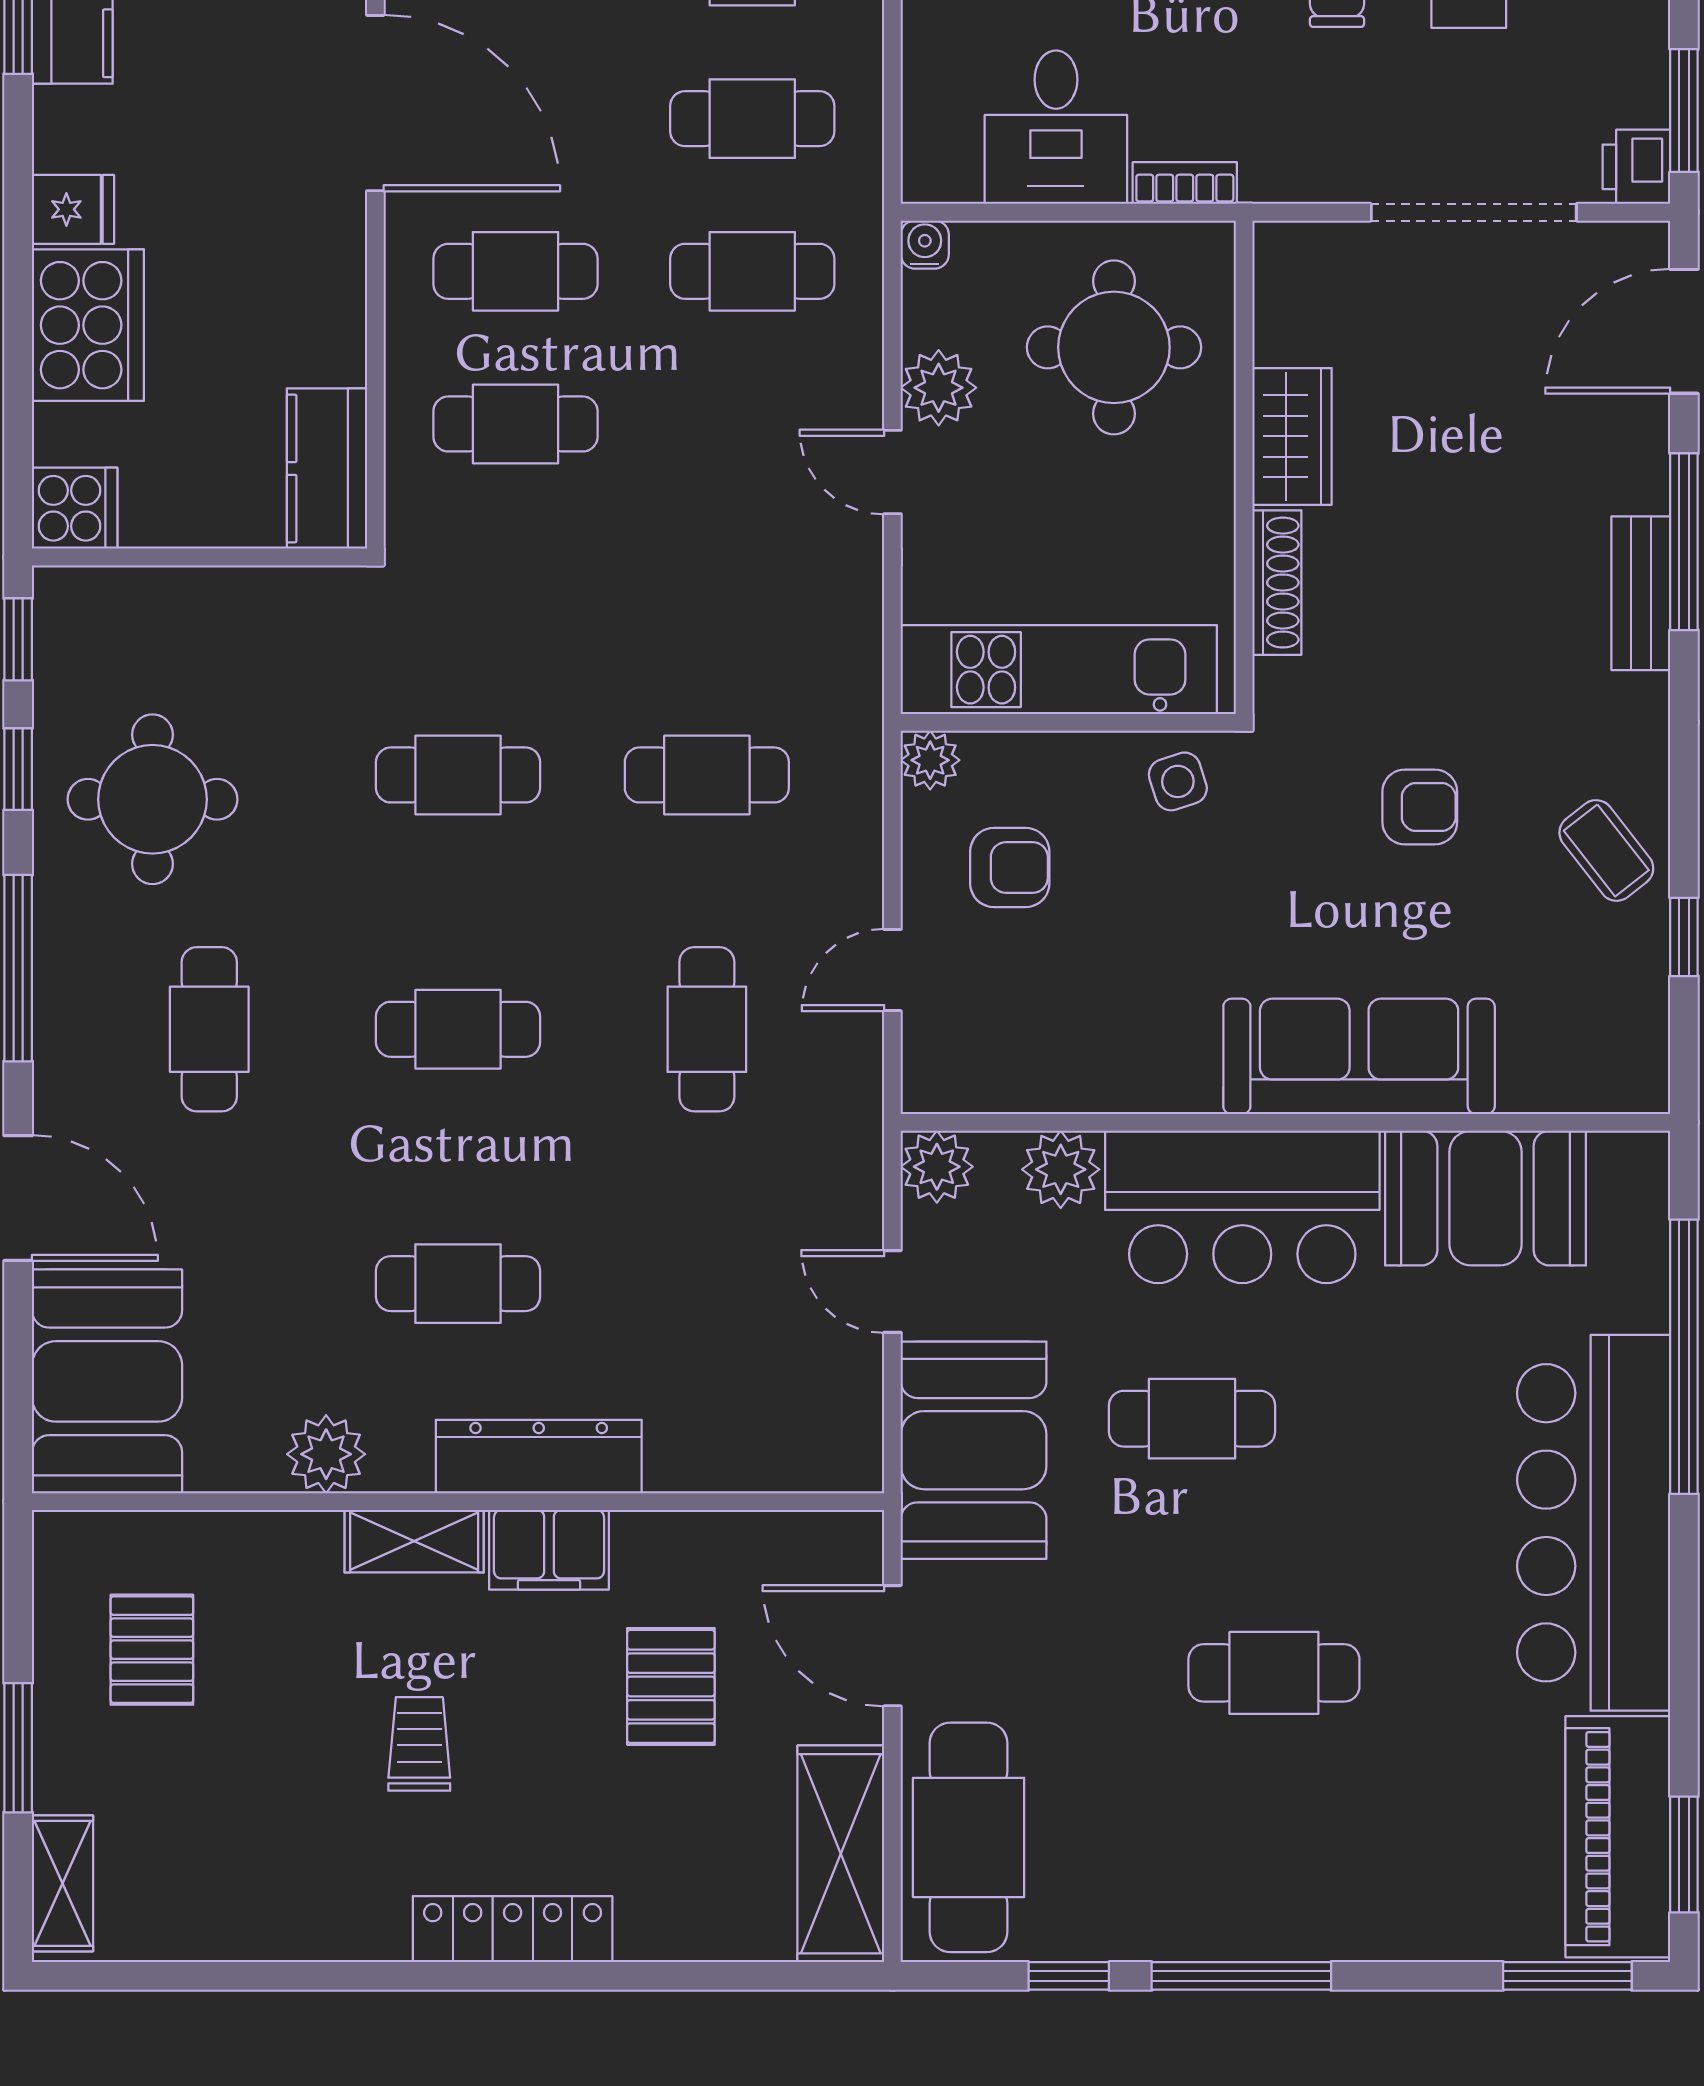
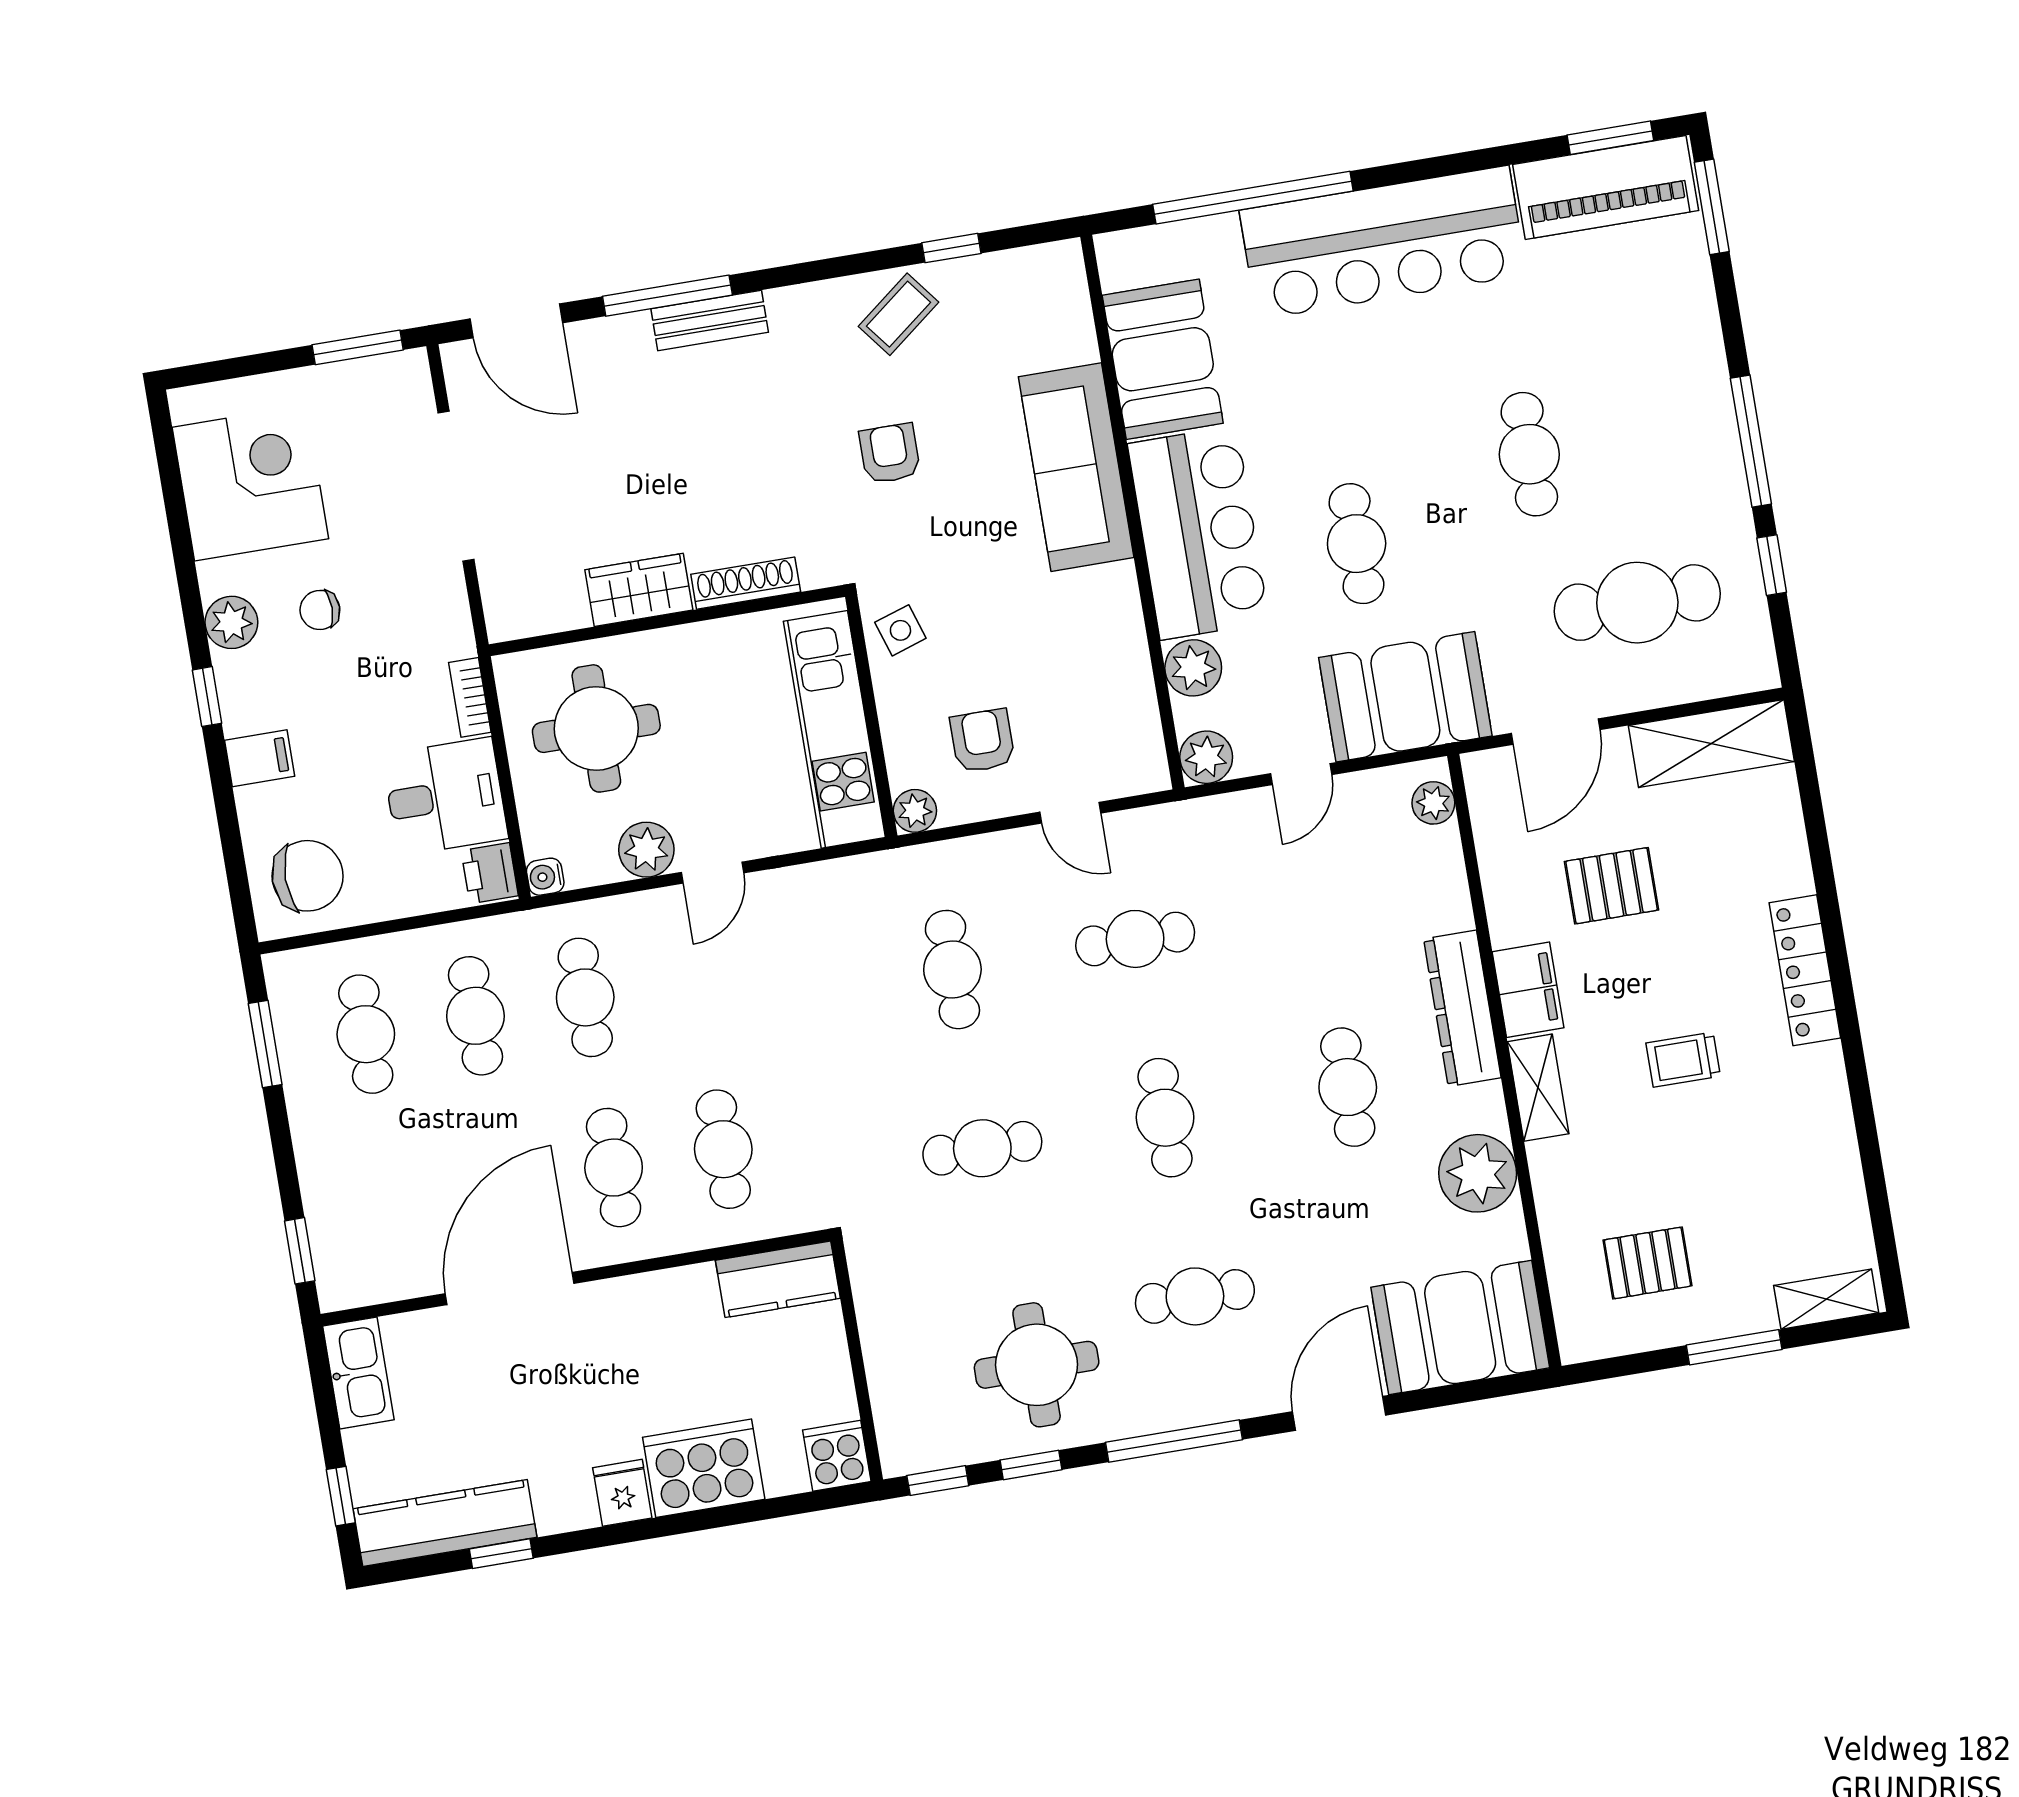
printer: (1636, 167) -> (490, 873), moved, turned 90
cafe table: (458, 775) -> (982, 1148), turned 90
plant: (326, 1454) -> (1478, 1173), width x1.36, depth x1.36
plant: (823, 1464) -> (1433, 803), added
cafe table: (969, 1837) -> (1637, 603), moved

